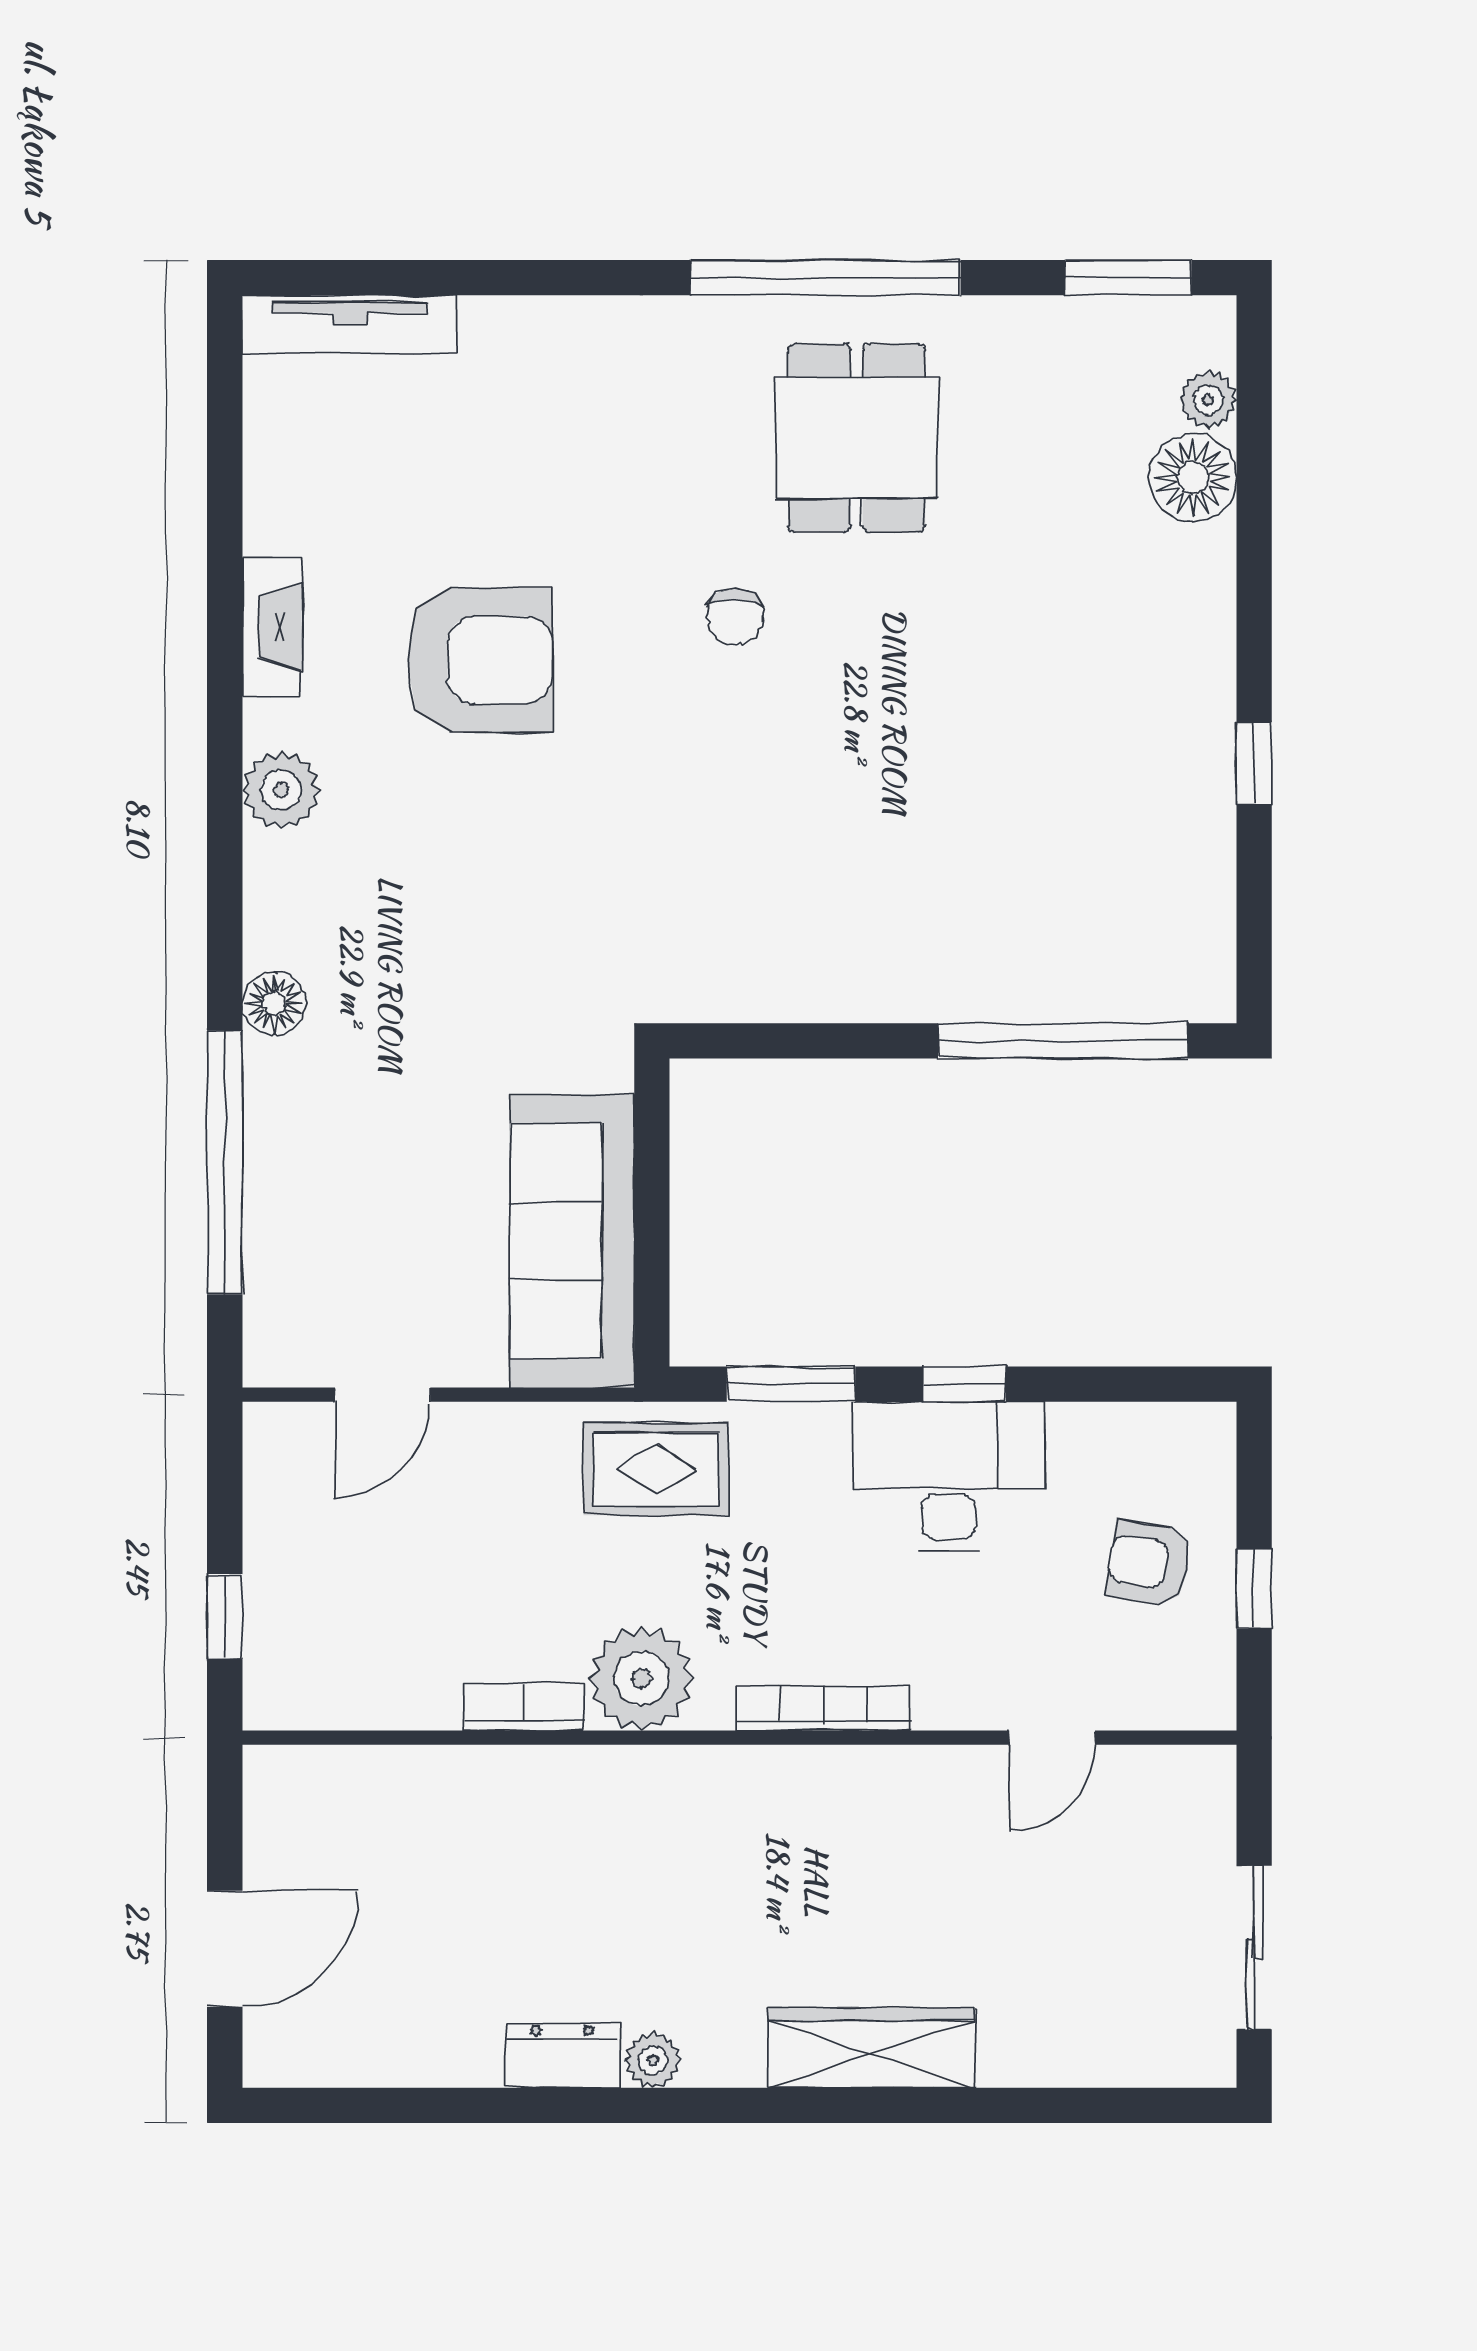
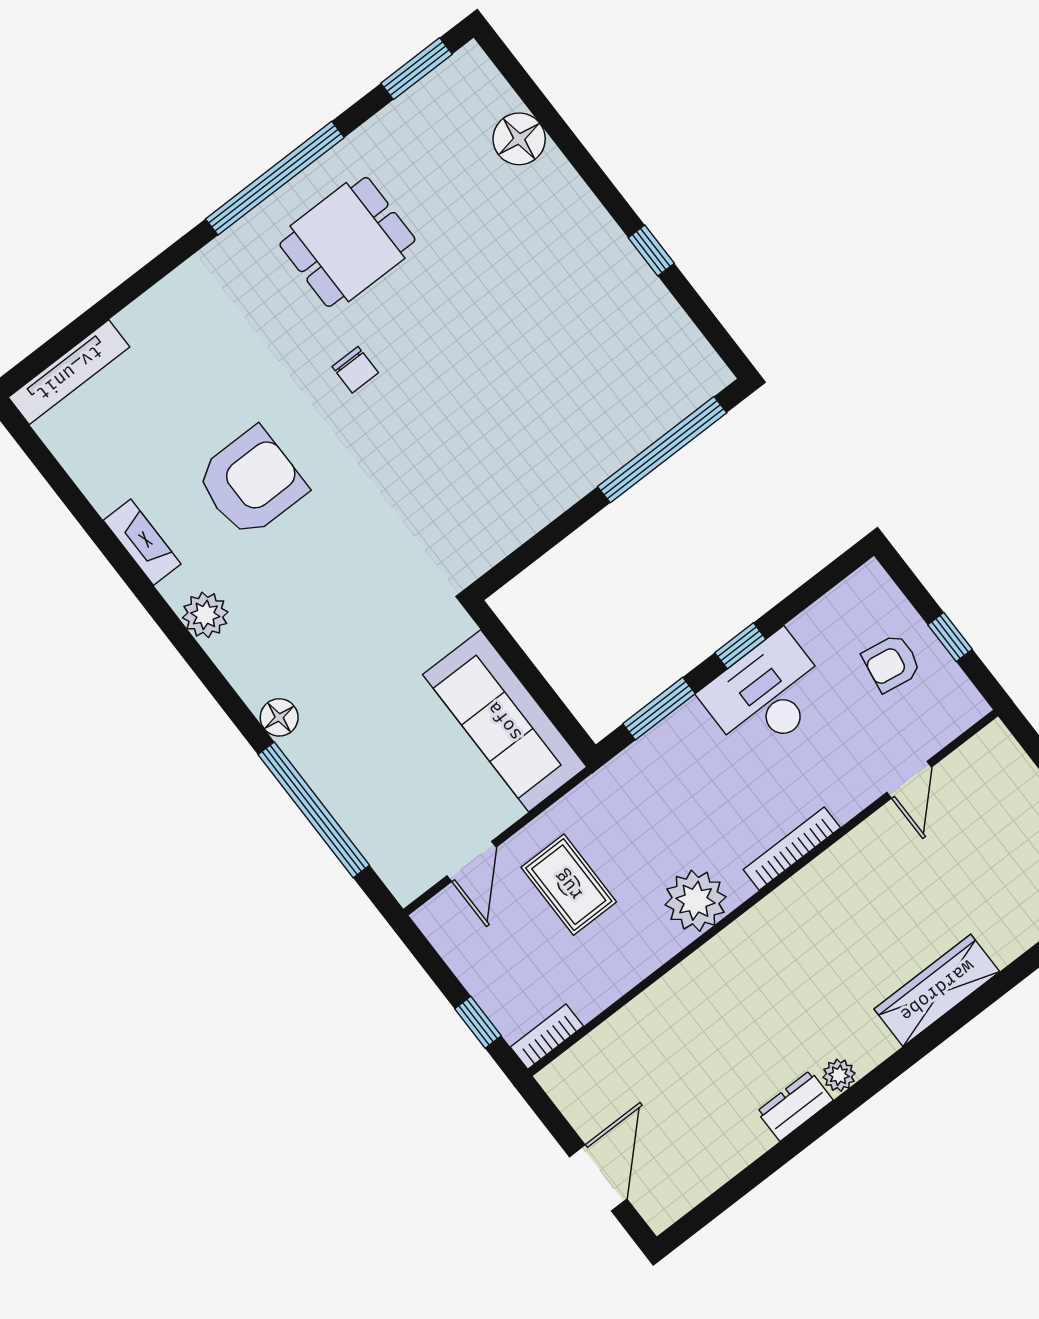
plant: (1208, 400) -> (498, 97), removed
dining table: (857, 438) -> (347, 242), turned 90
rug: (656, 1469) -> (569, 885), moved, turned 90
bookcase: (524, 1707) -> (547, 1037), moved

